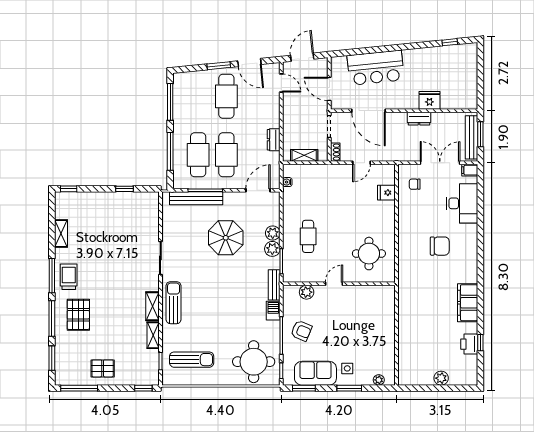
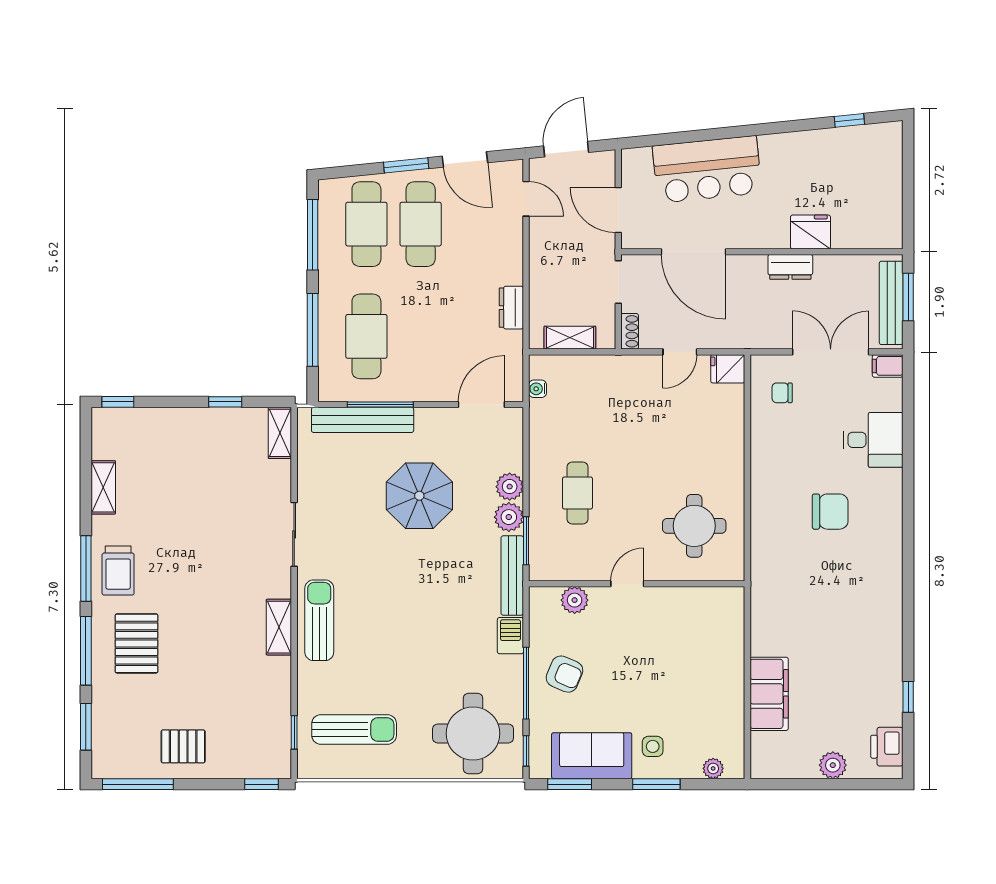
cafe table: (226, 155) -> (366, 224), moved
fridge: (386, 193) -> (728, 369), moved
desk: (462, 203) -> (873, 440), width x0.73
trolley: (69, 277) -> (118, 571), turned 180
bench: (274, 285) -> (512, 575), width x1.36
filing cabinet: (468, 303) -> (769, 694), moved, turned 180
shelving: (153, 335) -> (280, 433), moved
printer: (469, 344) -> (887, 747), moved

